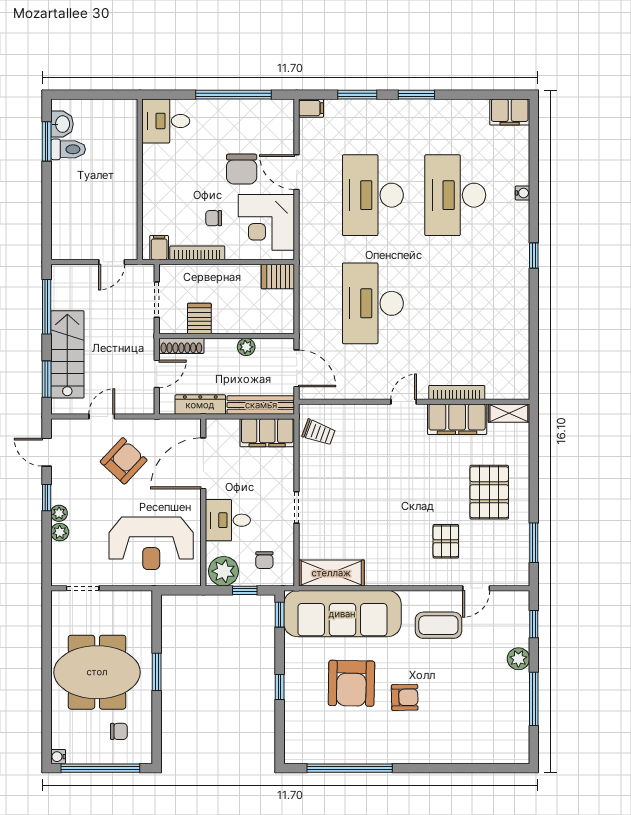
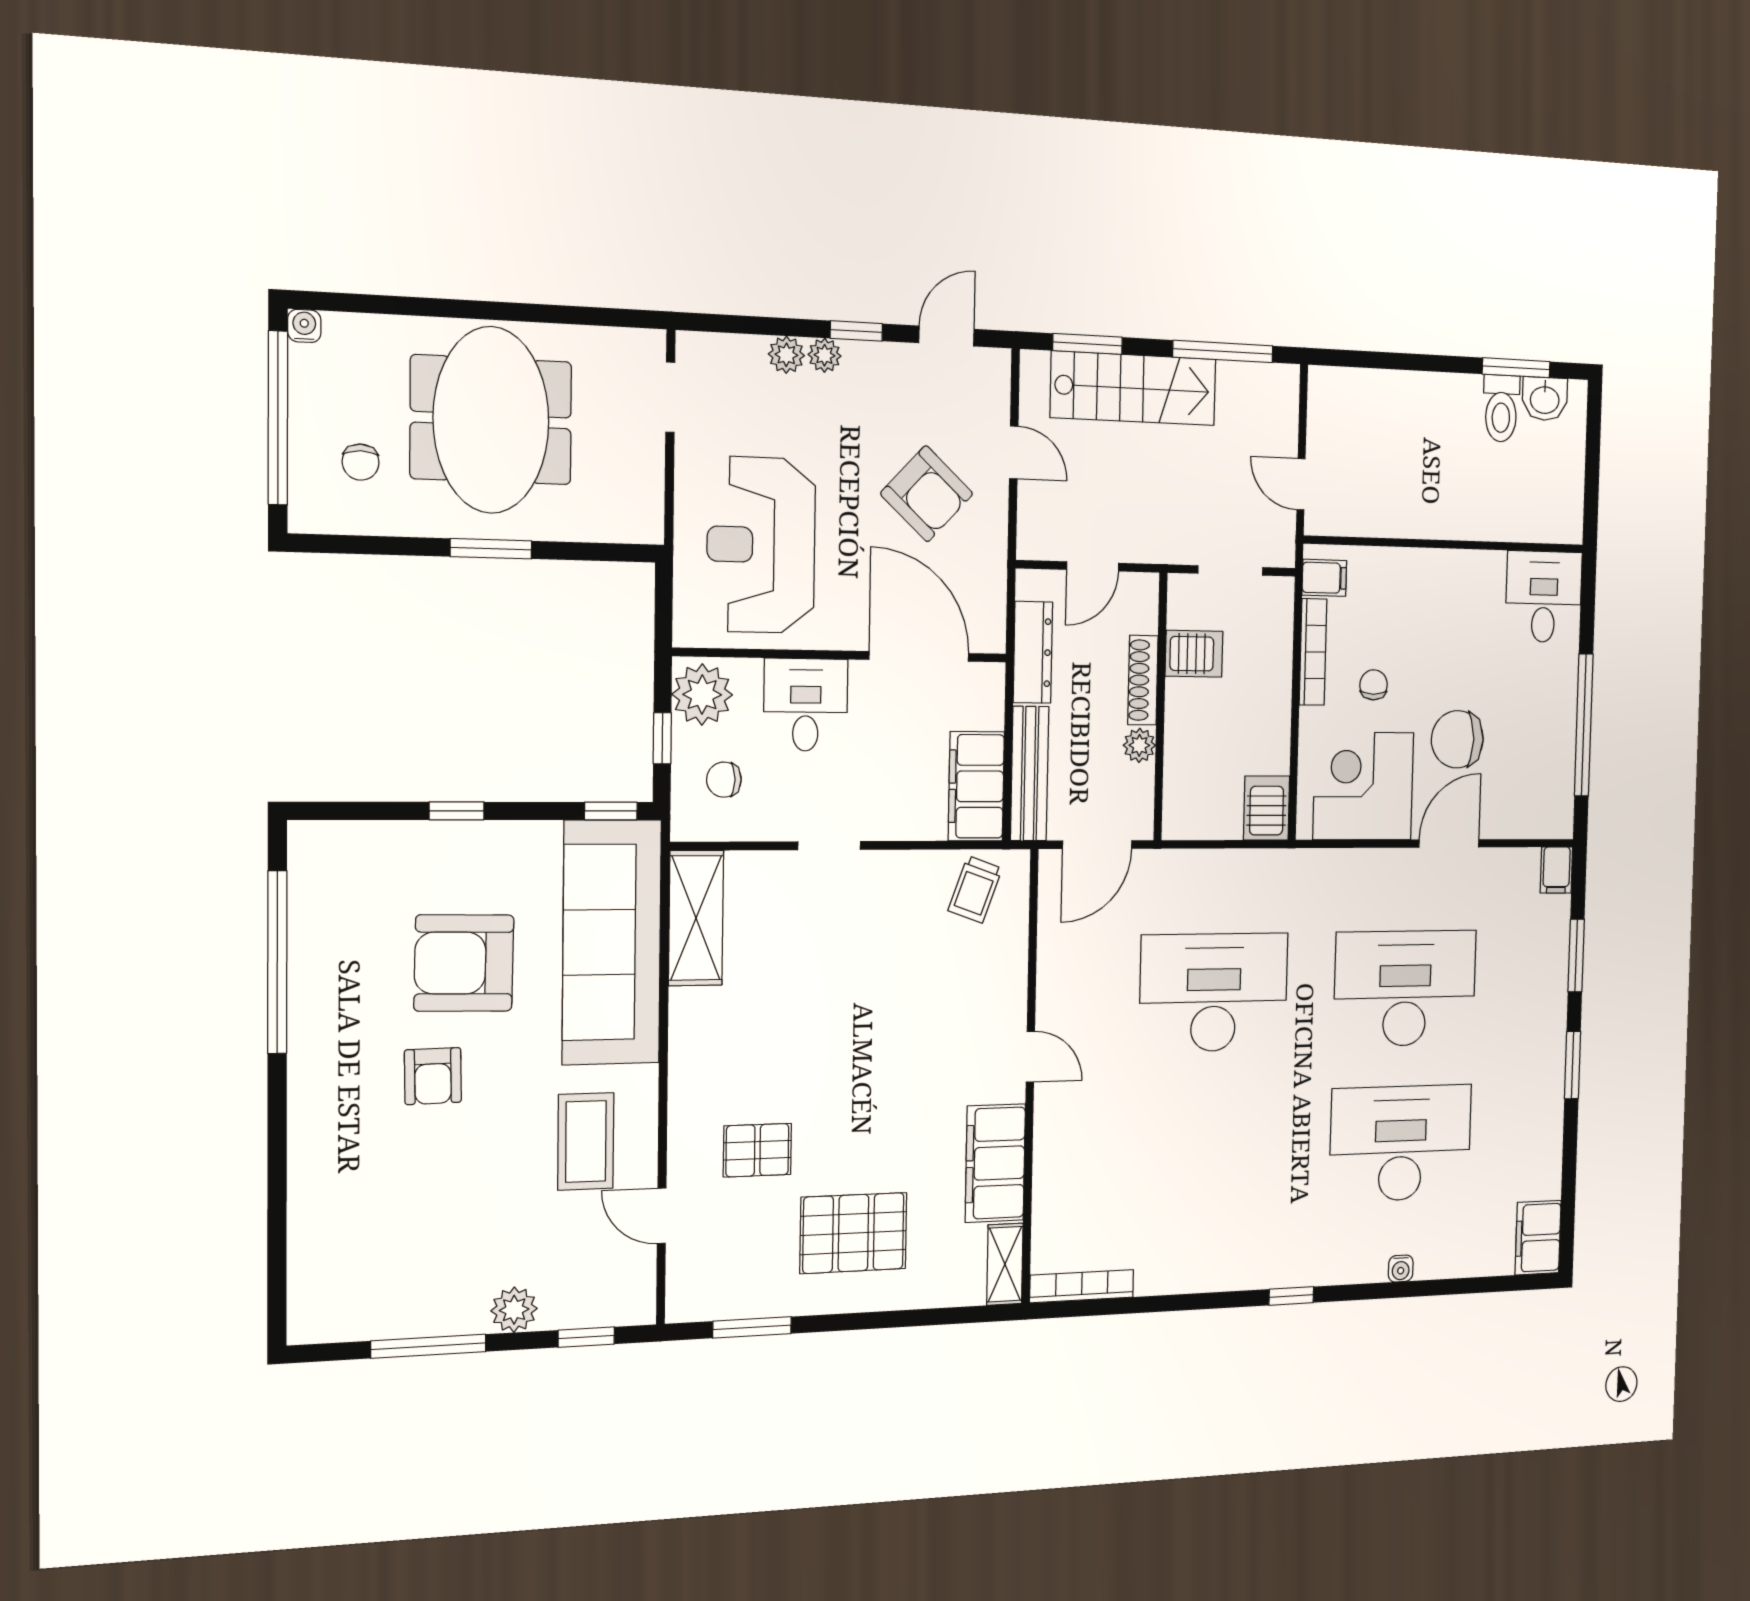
shoe rack: (181, 346) -> (1143, 680), moved
door: (157, 374) -> (1093, 566), hinge flipped
bookcase: (457, 392) -> (1082, 1286), moved, turned -90

